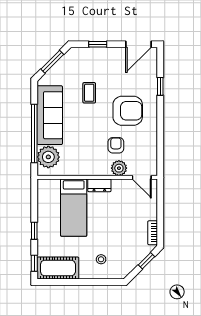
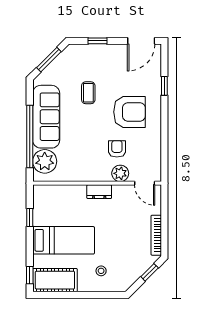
bed: (74, 208) -> (64, 240), moved, turned -90
window: (34, 231) -> (30, 217), moved
bookcase: (153, 233) -> (156, 235), width x1.56

